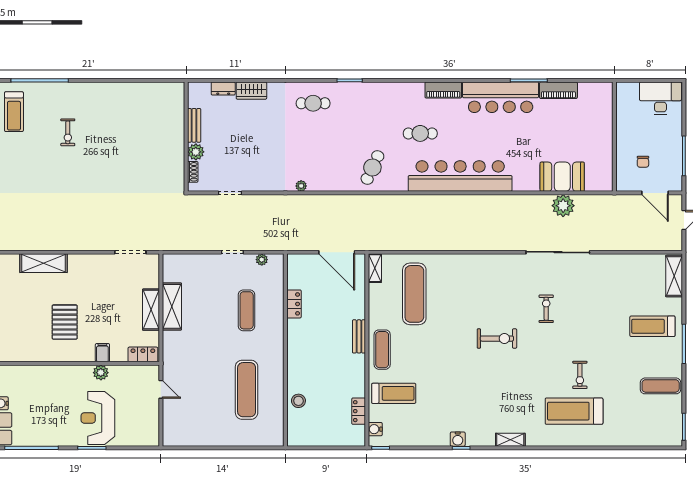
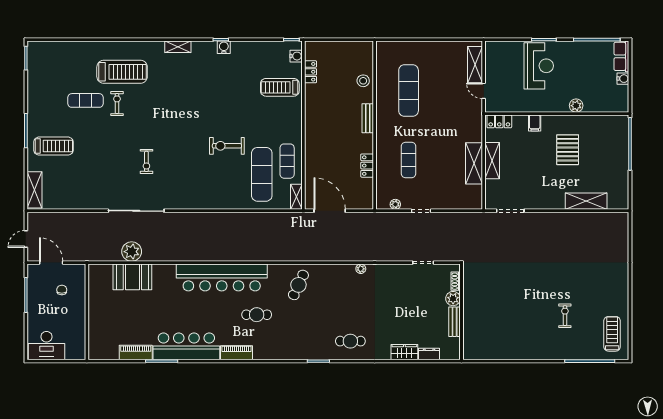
bench: (359, 336) -> (368, 118), moved
exercise bike: (497, 339) -> (227, 146), moved
exercise mat: (382, 350) -> (287, 161), moved
plant: (101, 373) -> (576, 106), moved
exercise mat: (661, 386) -> (85, 100), moved
shelving: (171, 419) -> (475, 65), added

